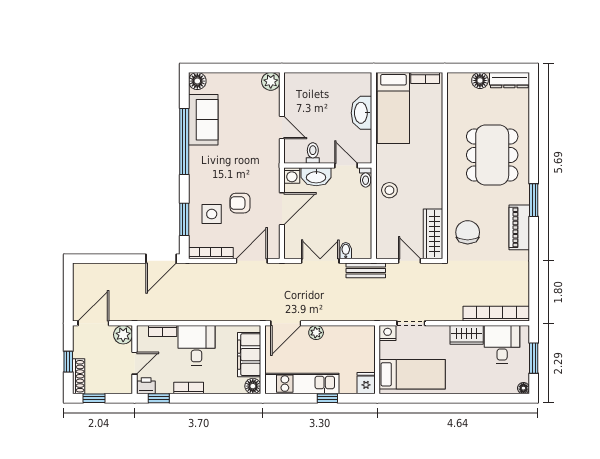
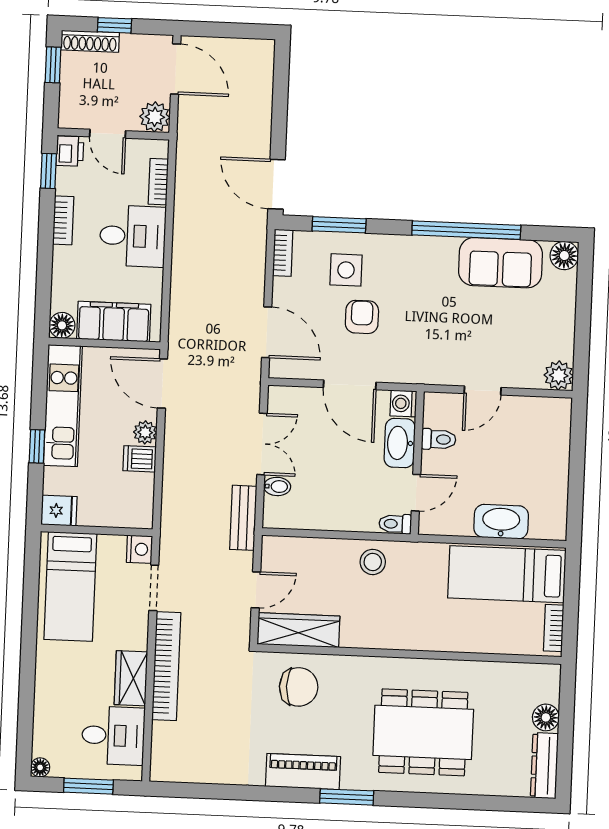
bookcase: (211, 253) -> (283, 253), width x0.64
bookcase: (496, 314) -> (166, 666), moved
dishwasher: (332, 335) -> (140, 459), added

